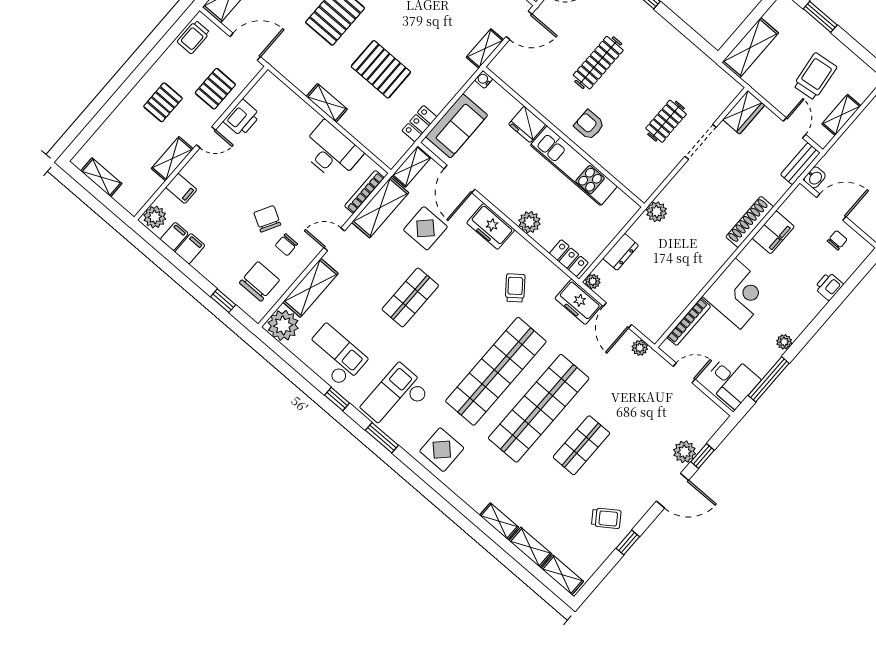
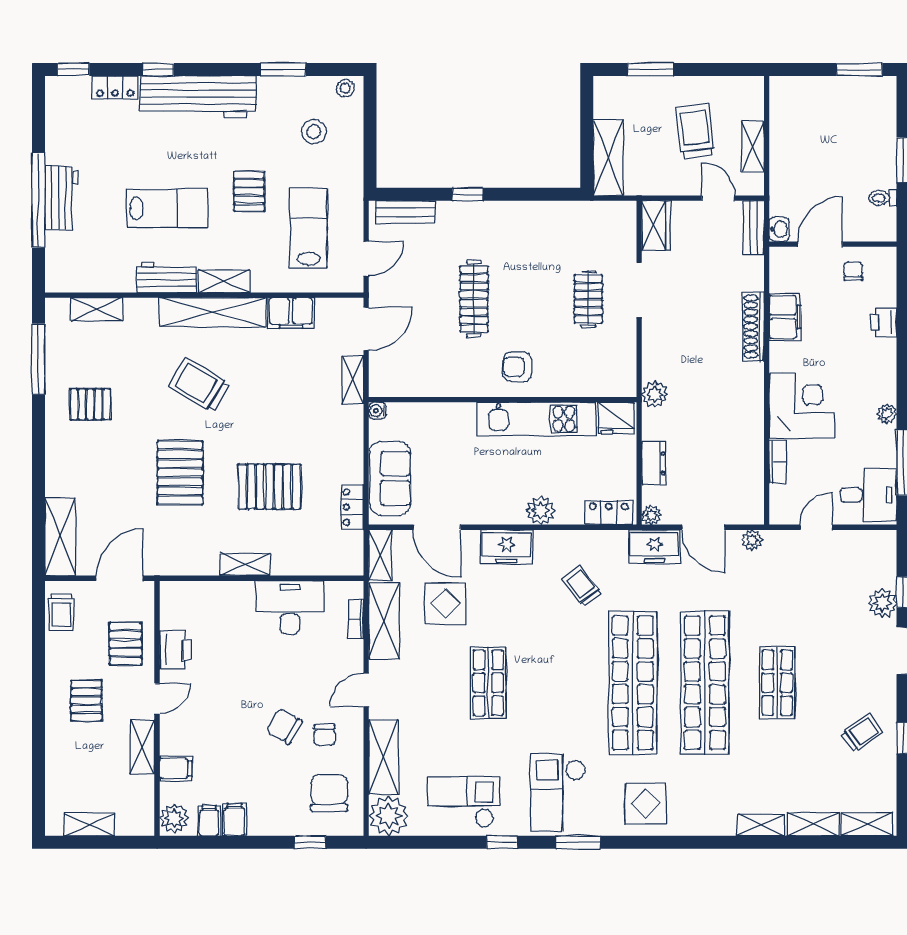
fridge: (527, 124) -> (616, 418), moved
bookcase: (364, 192) -> (356, 619), width x0.64
bookcase: (689, 322) -> (778, 462), width x0.64

